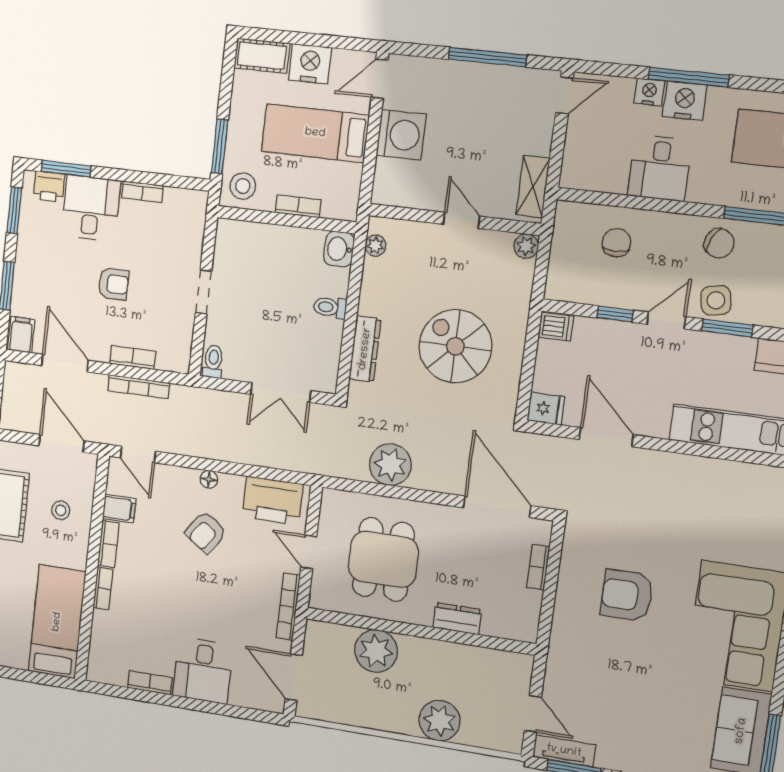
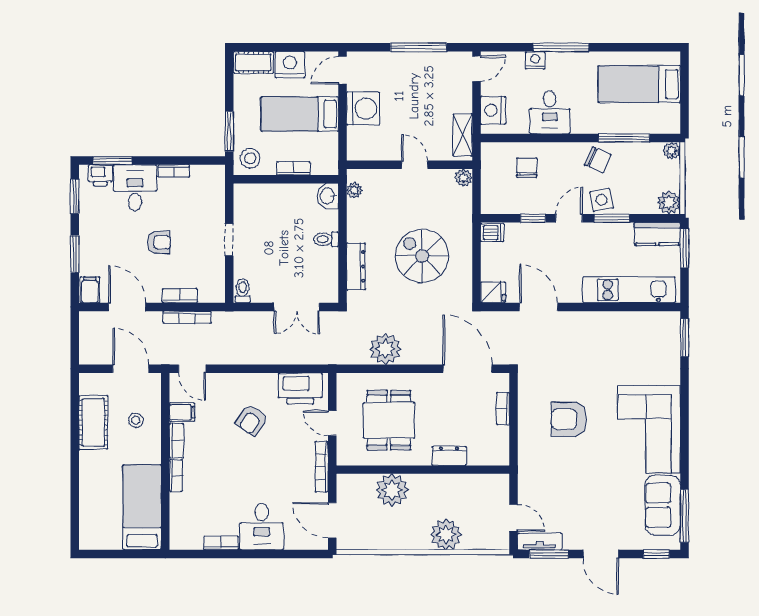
nightstand: (685, 101) -> (493, 110), moved, turned -90
floor lamp: (209, 479) -> (249, 380), removed

